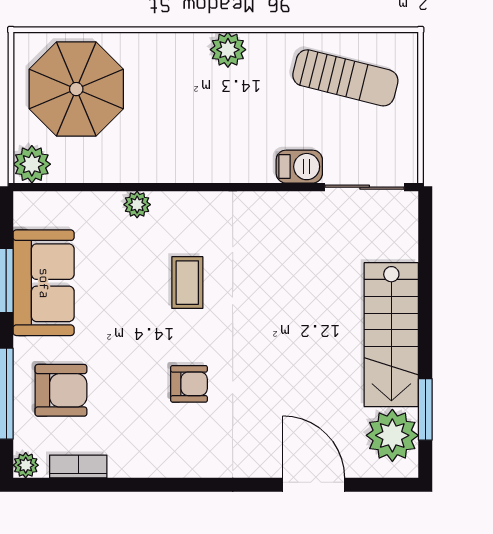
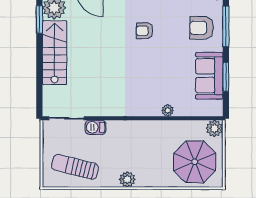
coffee table: (187, 283) -> (145, 76), removed

